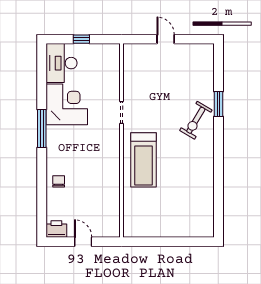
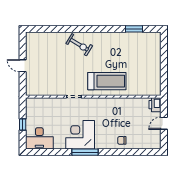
door: (166, 39) -> (23, 66), hinge flipped
corner desk: (67, 104) -> (80, 135), moved
window: (218, 104) -> (134, 29), moved
printer: (56, 229) -> (155, 105), moved

